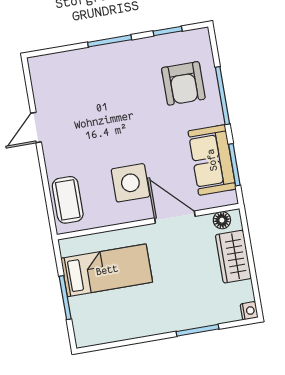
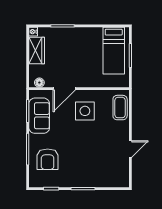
armchair: (183, 83) -> (48, 159), turned 180
door: (175, 217) -> (64, 89), hinge flipped
wardrobe: (233, 257) -> (37, 50), moved
bed: (107, 270) -> (114, 51), moved, turned -90

